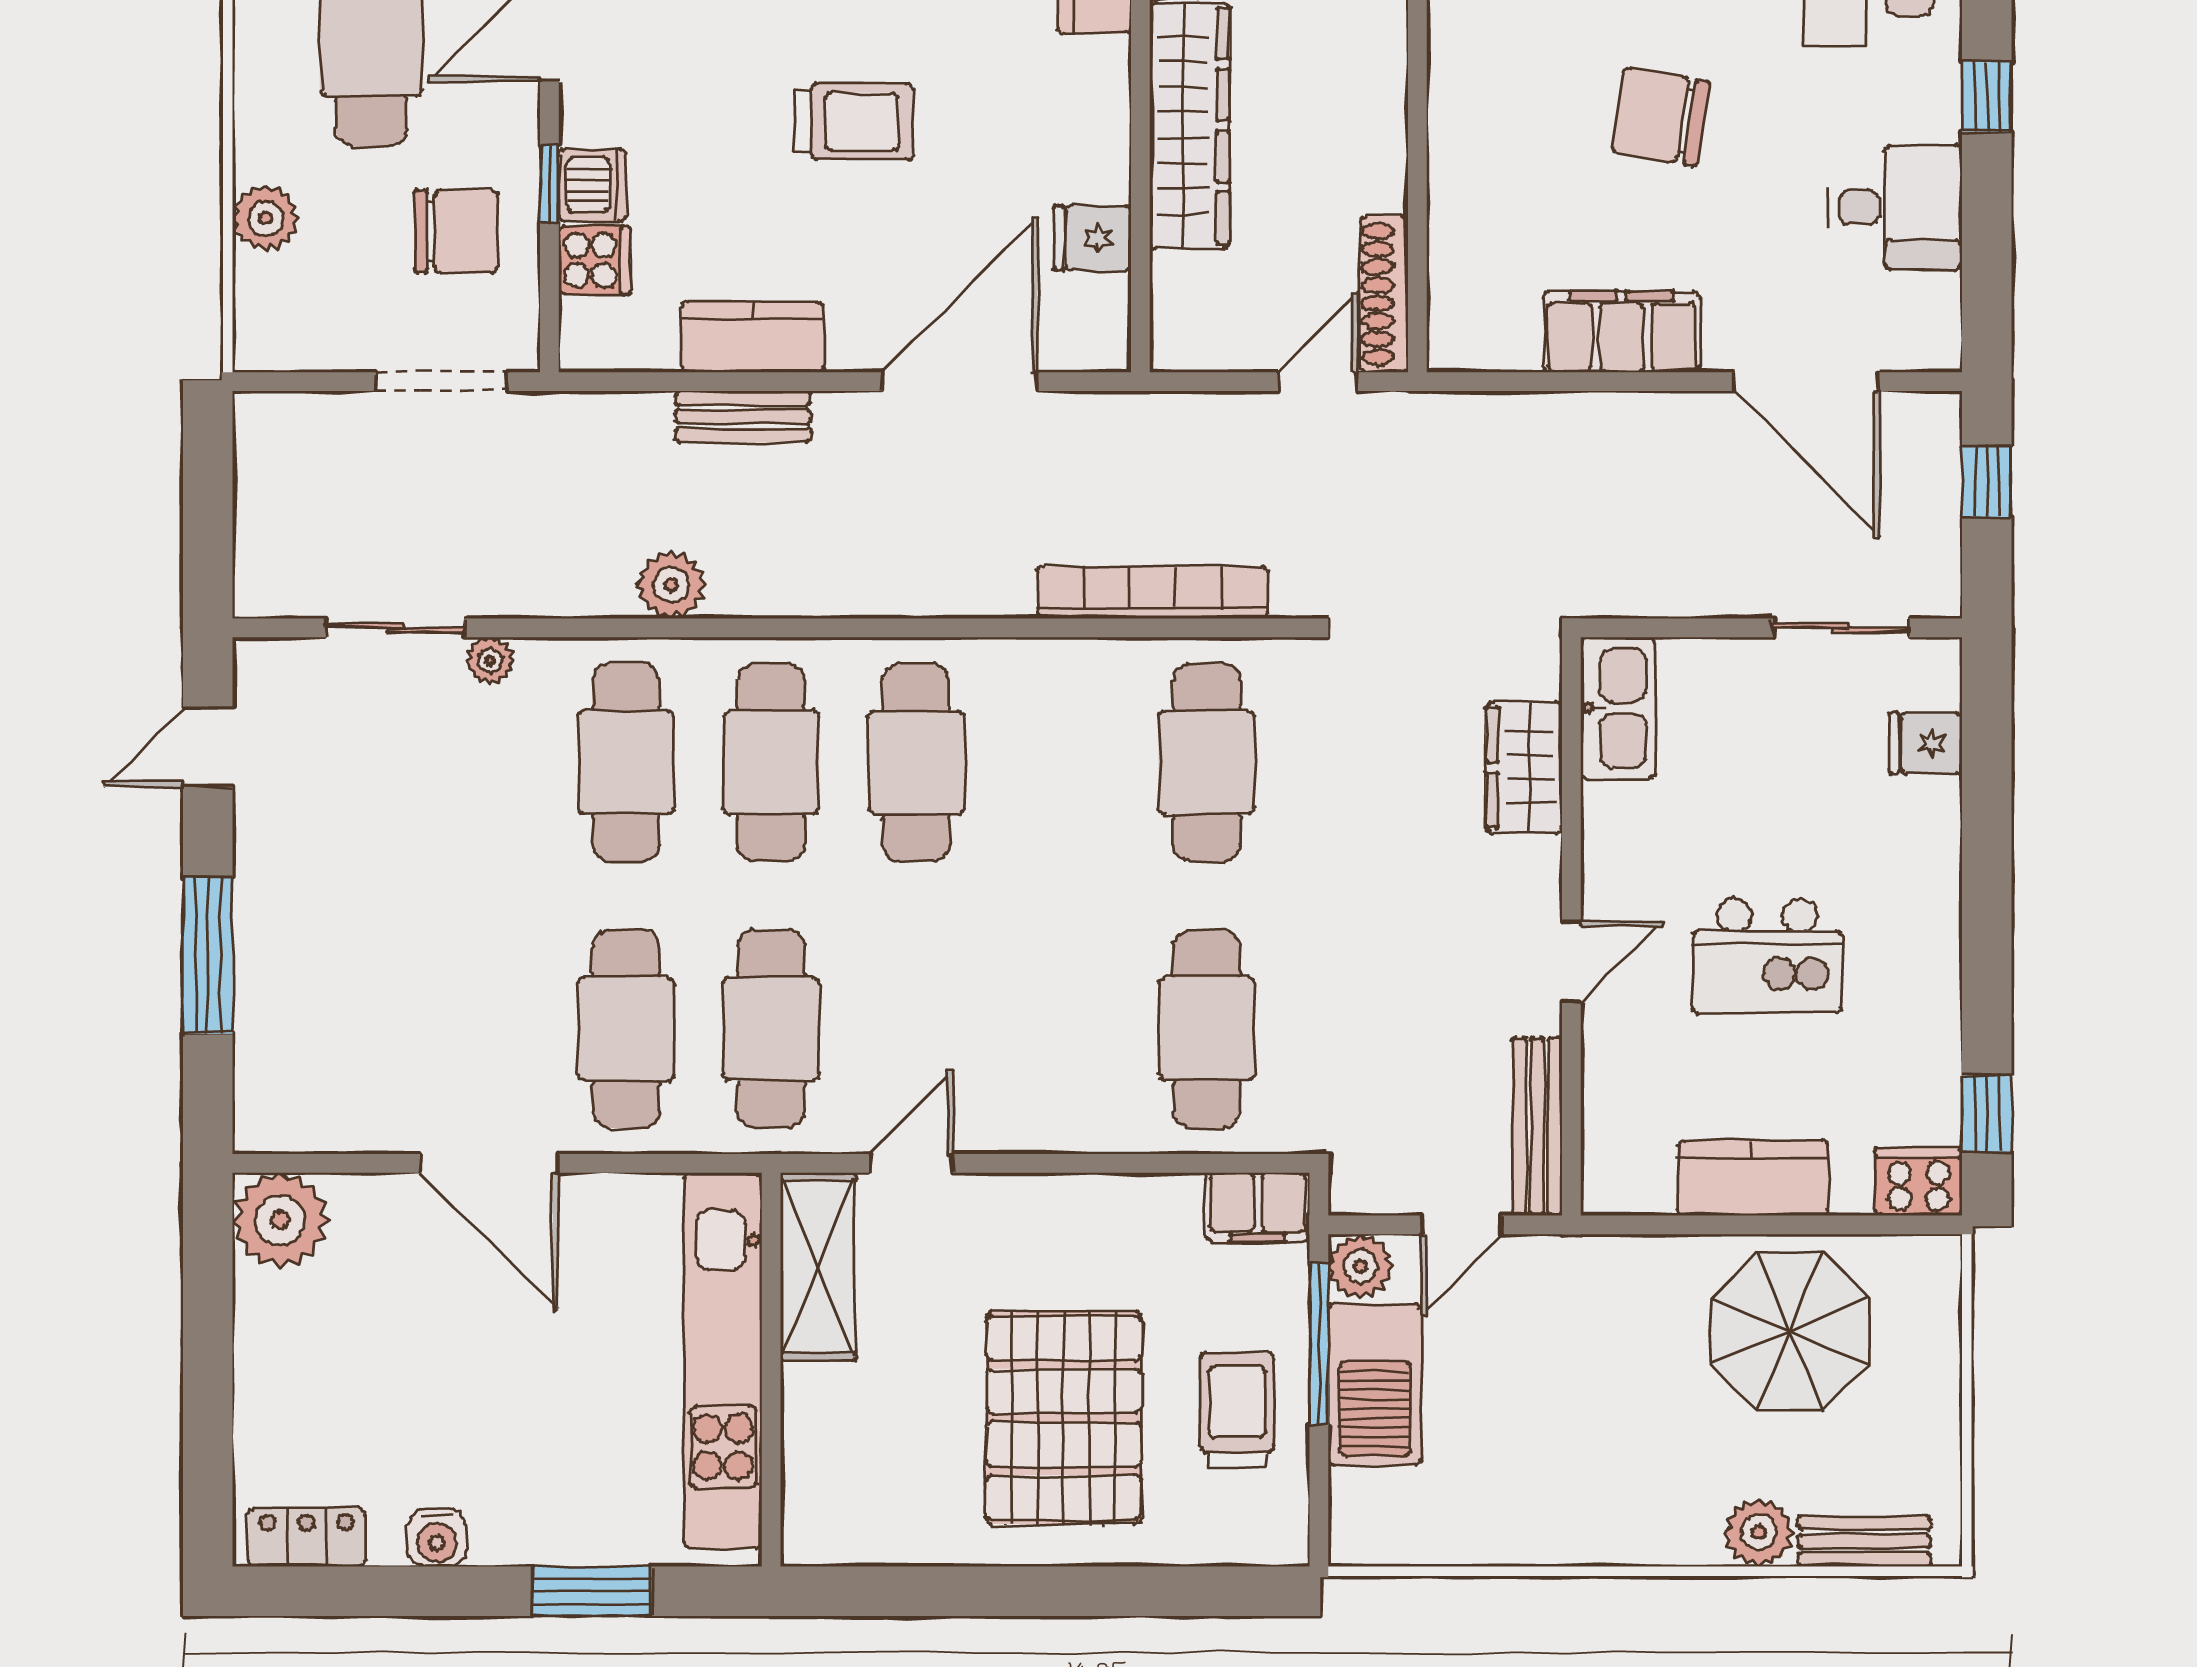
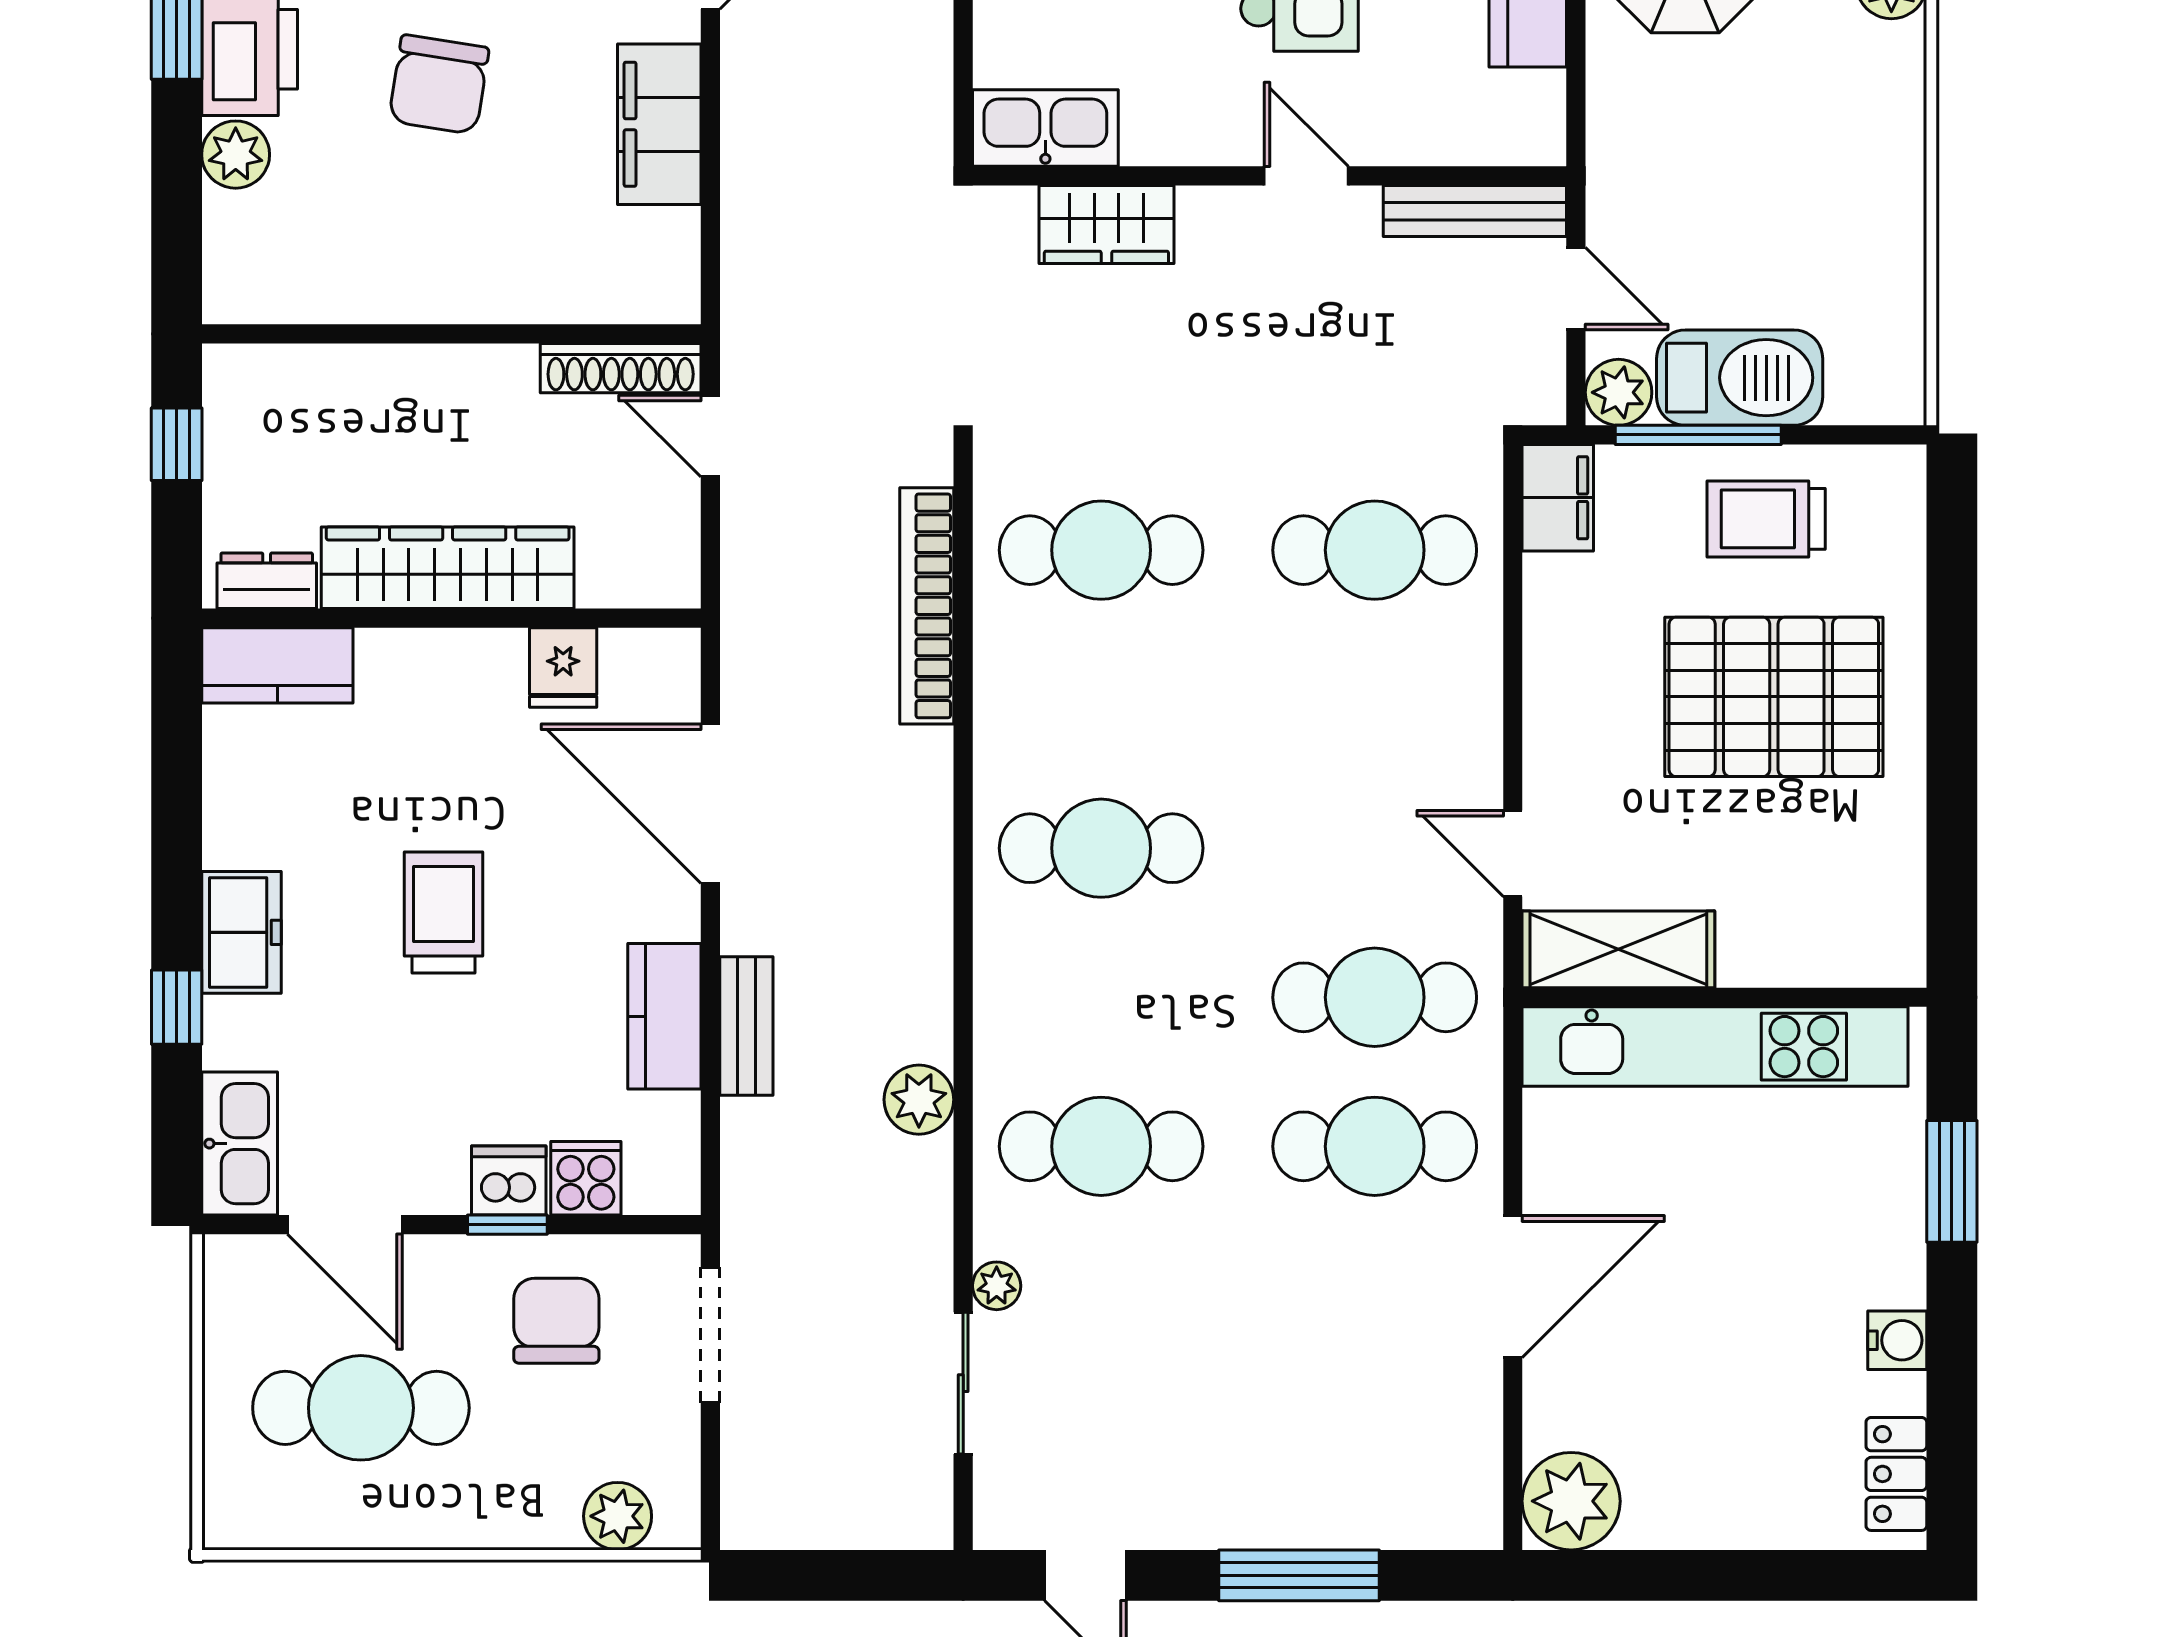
plant: (265, 218) -> (618, 1516), moved
cafe table: (771, 762) -> (1101, 997), removed

